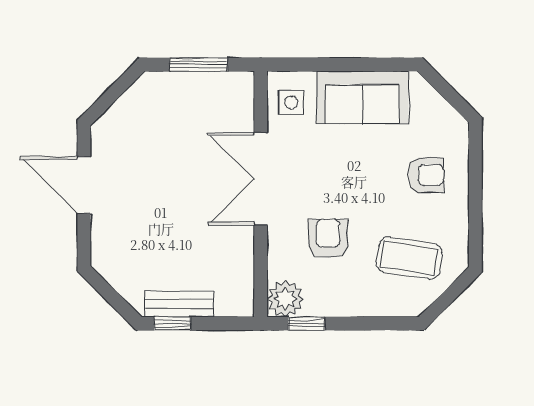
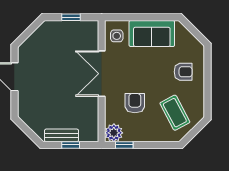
window: (198, 65) -> (71, 17), width x0.67
coffee table: (409, 258) -> (175, 113), turned 53
window: (172, 323) -> (71, 145), moved

